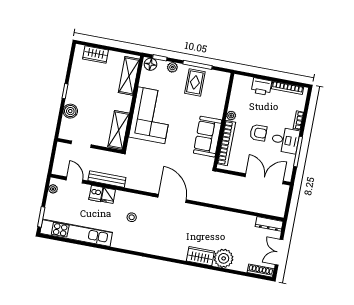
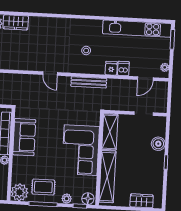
shelving: (129, 76) -> (107, 177), width x1.47
plant: (220, 80) -> (20, 192), added
rug: (195, 82) -> (43, 187), turned 90
bench: (107, 179) -> (89, 82), moved
door: (75, 180) -> (145, 79), hinge flipped
door: (172, 198) -> (50, 74), width x0.53

